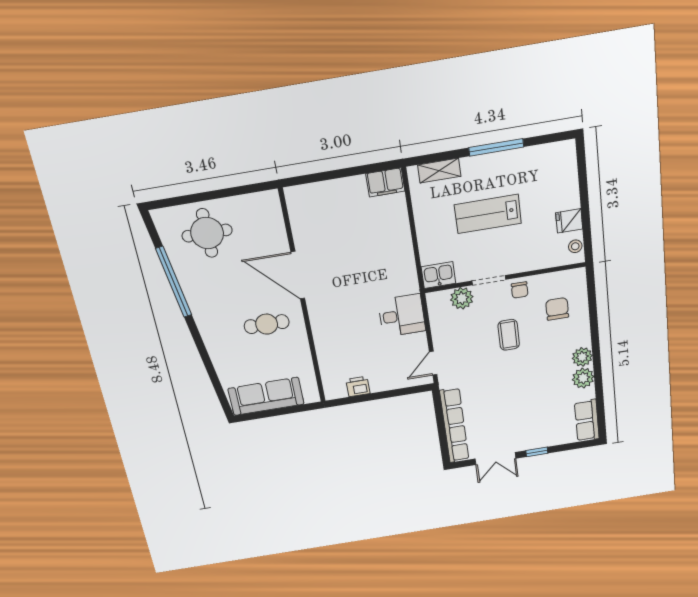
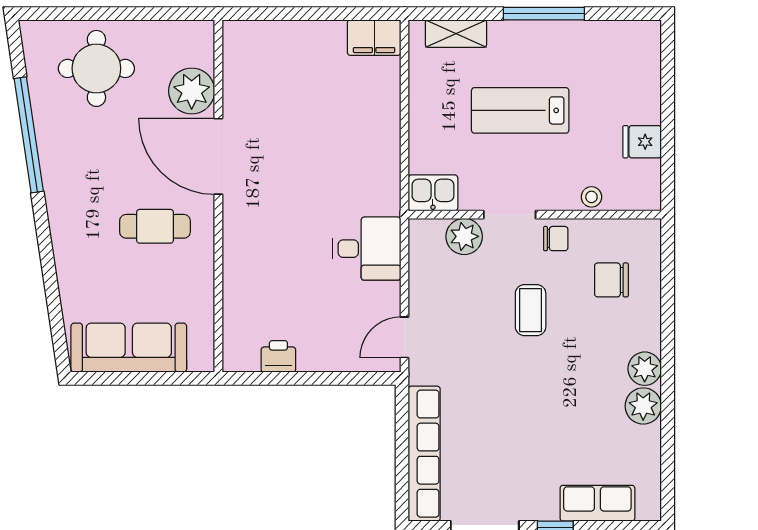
plant: (272, 237) -> (192, 91), added
stool: (575, 246) -> (591, 197), moved
chair: (520, 290) -> (556, 239), turned -90
chair: (557, 309) -> (611, 280), turned -90
row of seats: (587, 420) -> (597, 503), moved, turned 90

